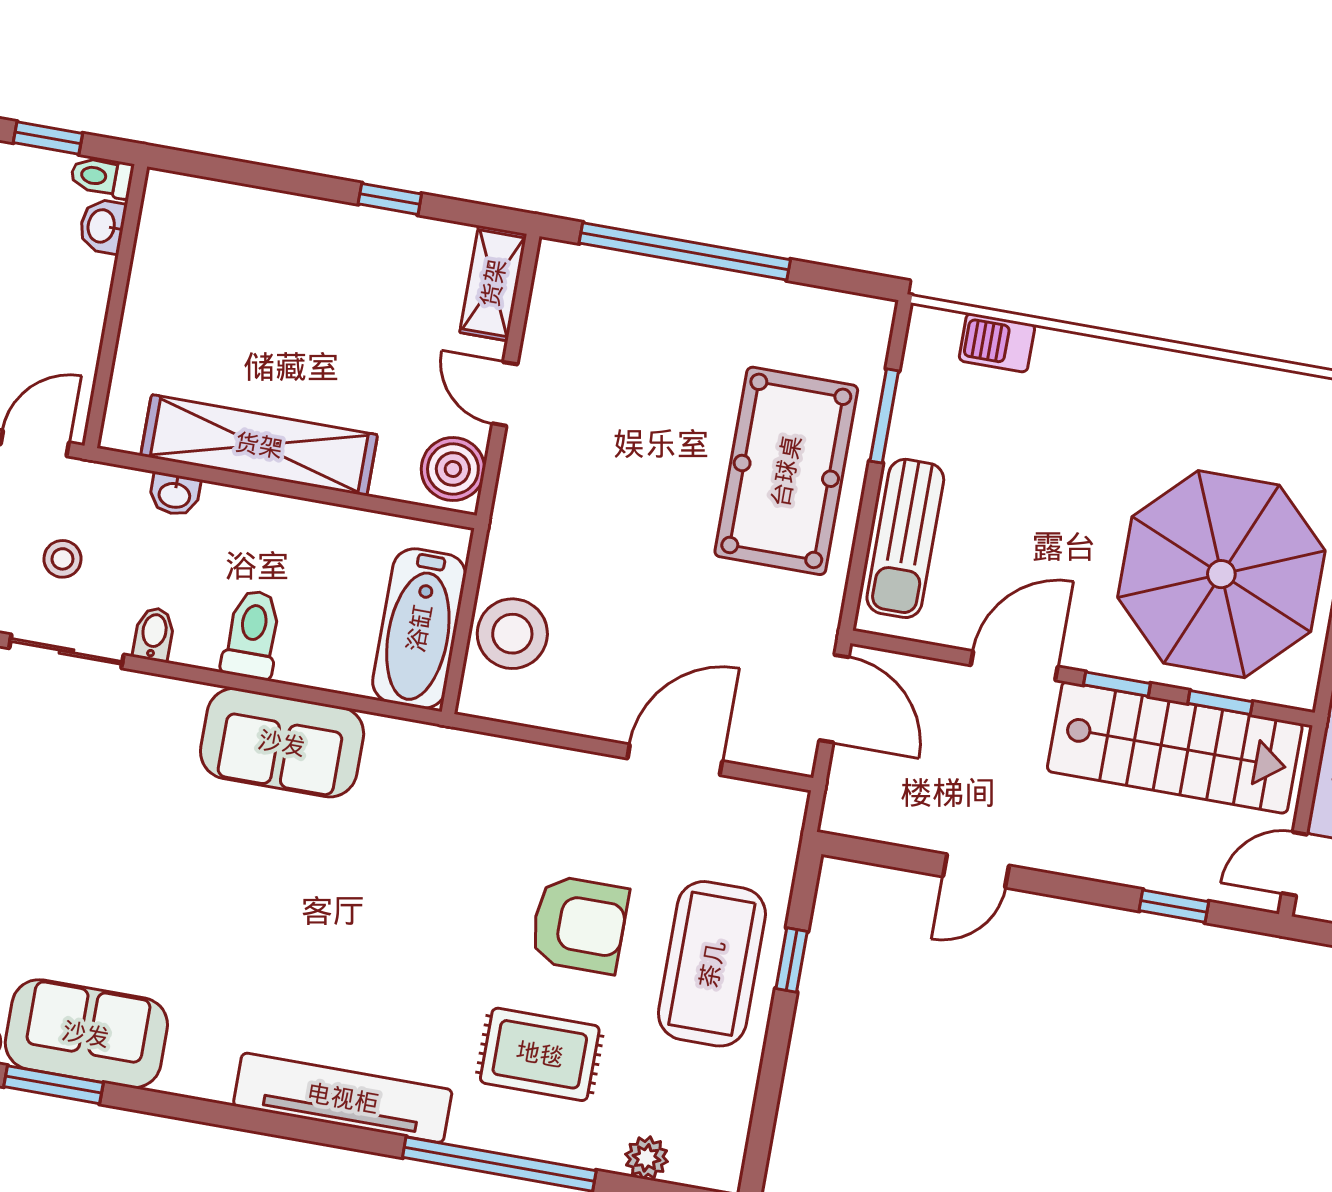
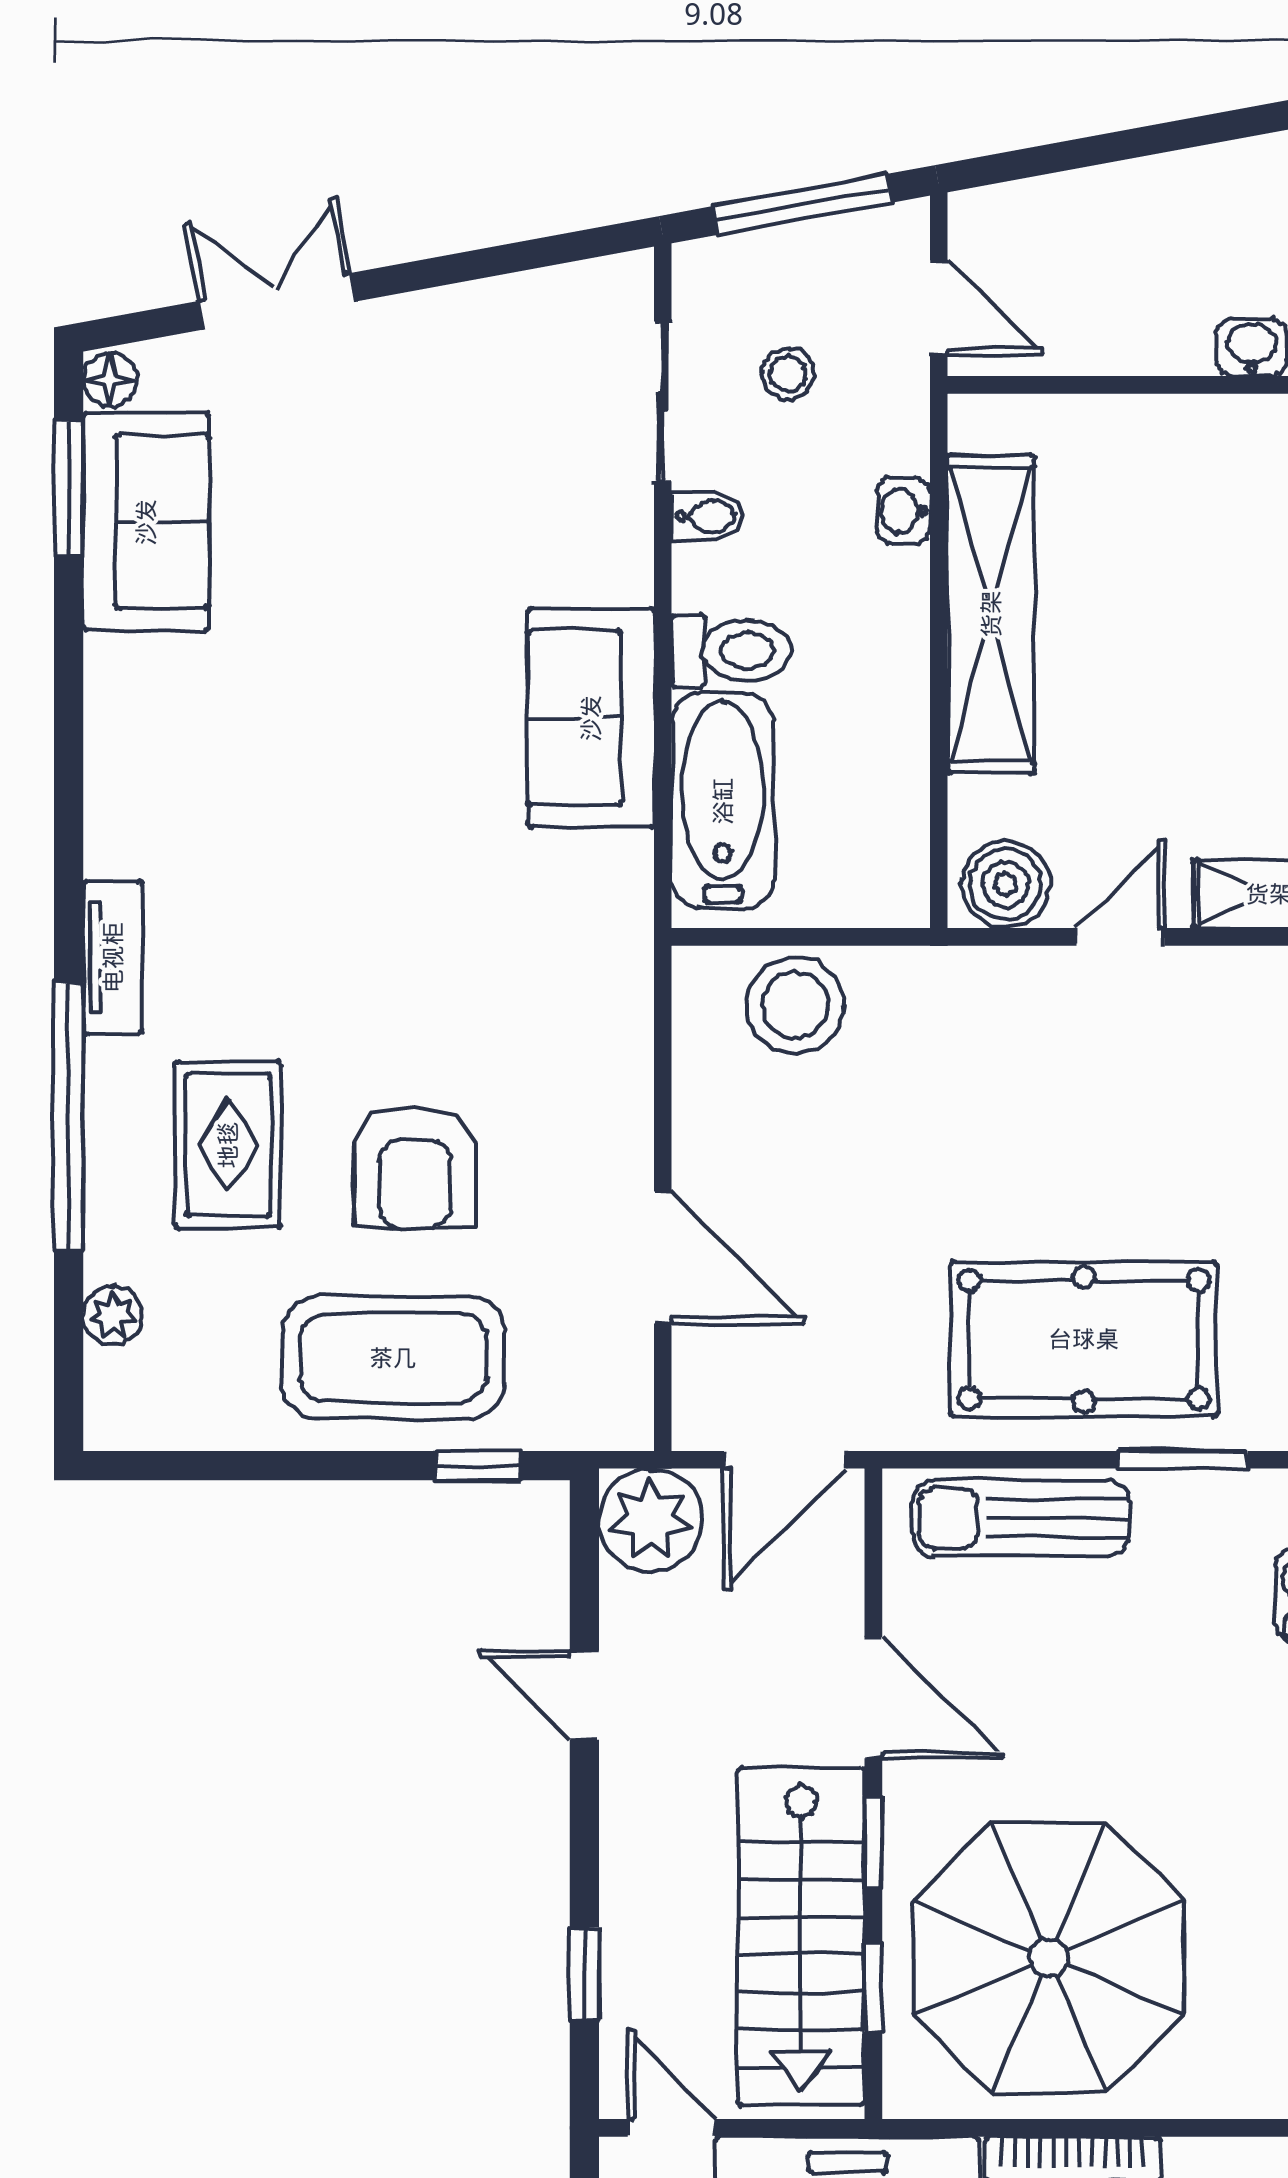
bathtub: (419, 628) -> (723, 801), moved, turned 90
plant: (860, 802) -> (650, 1520), added
window: (792, 960) -> (478, 1466), moved
tv unit: (343, 1098) -> (113, 957), width x0.52, depth x0.78

